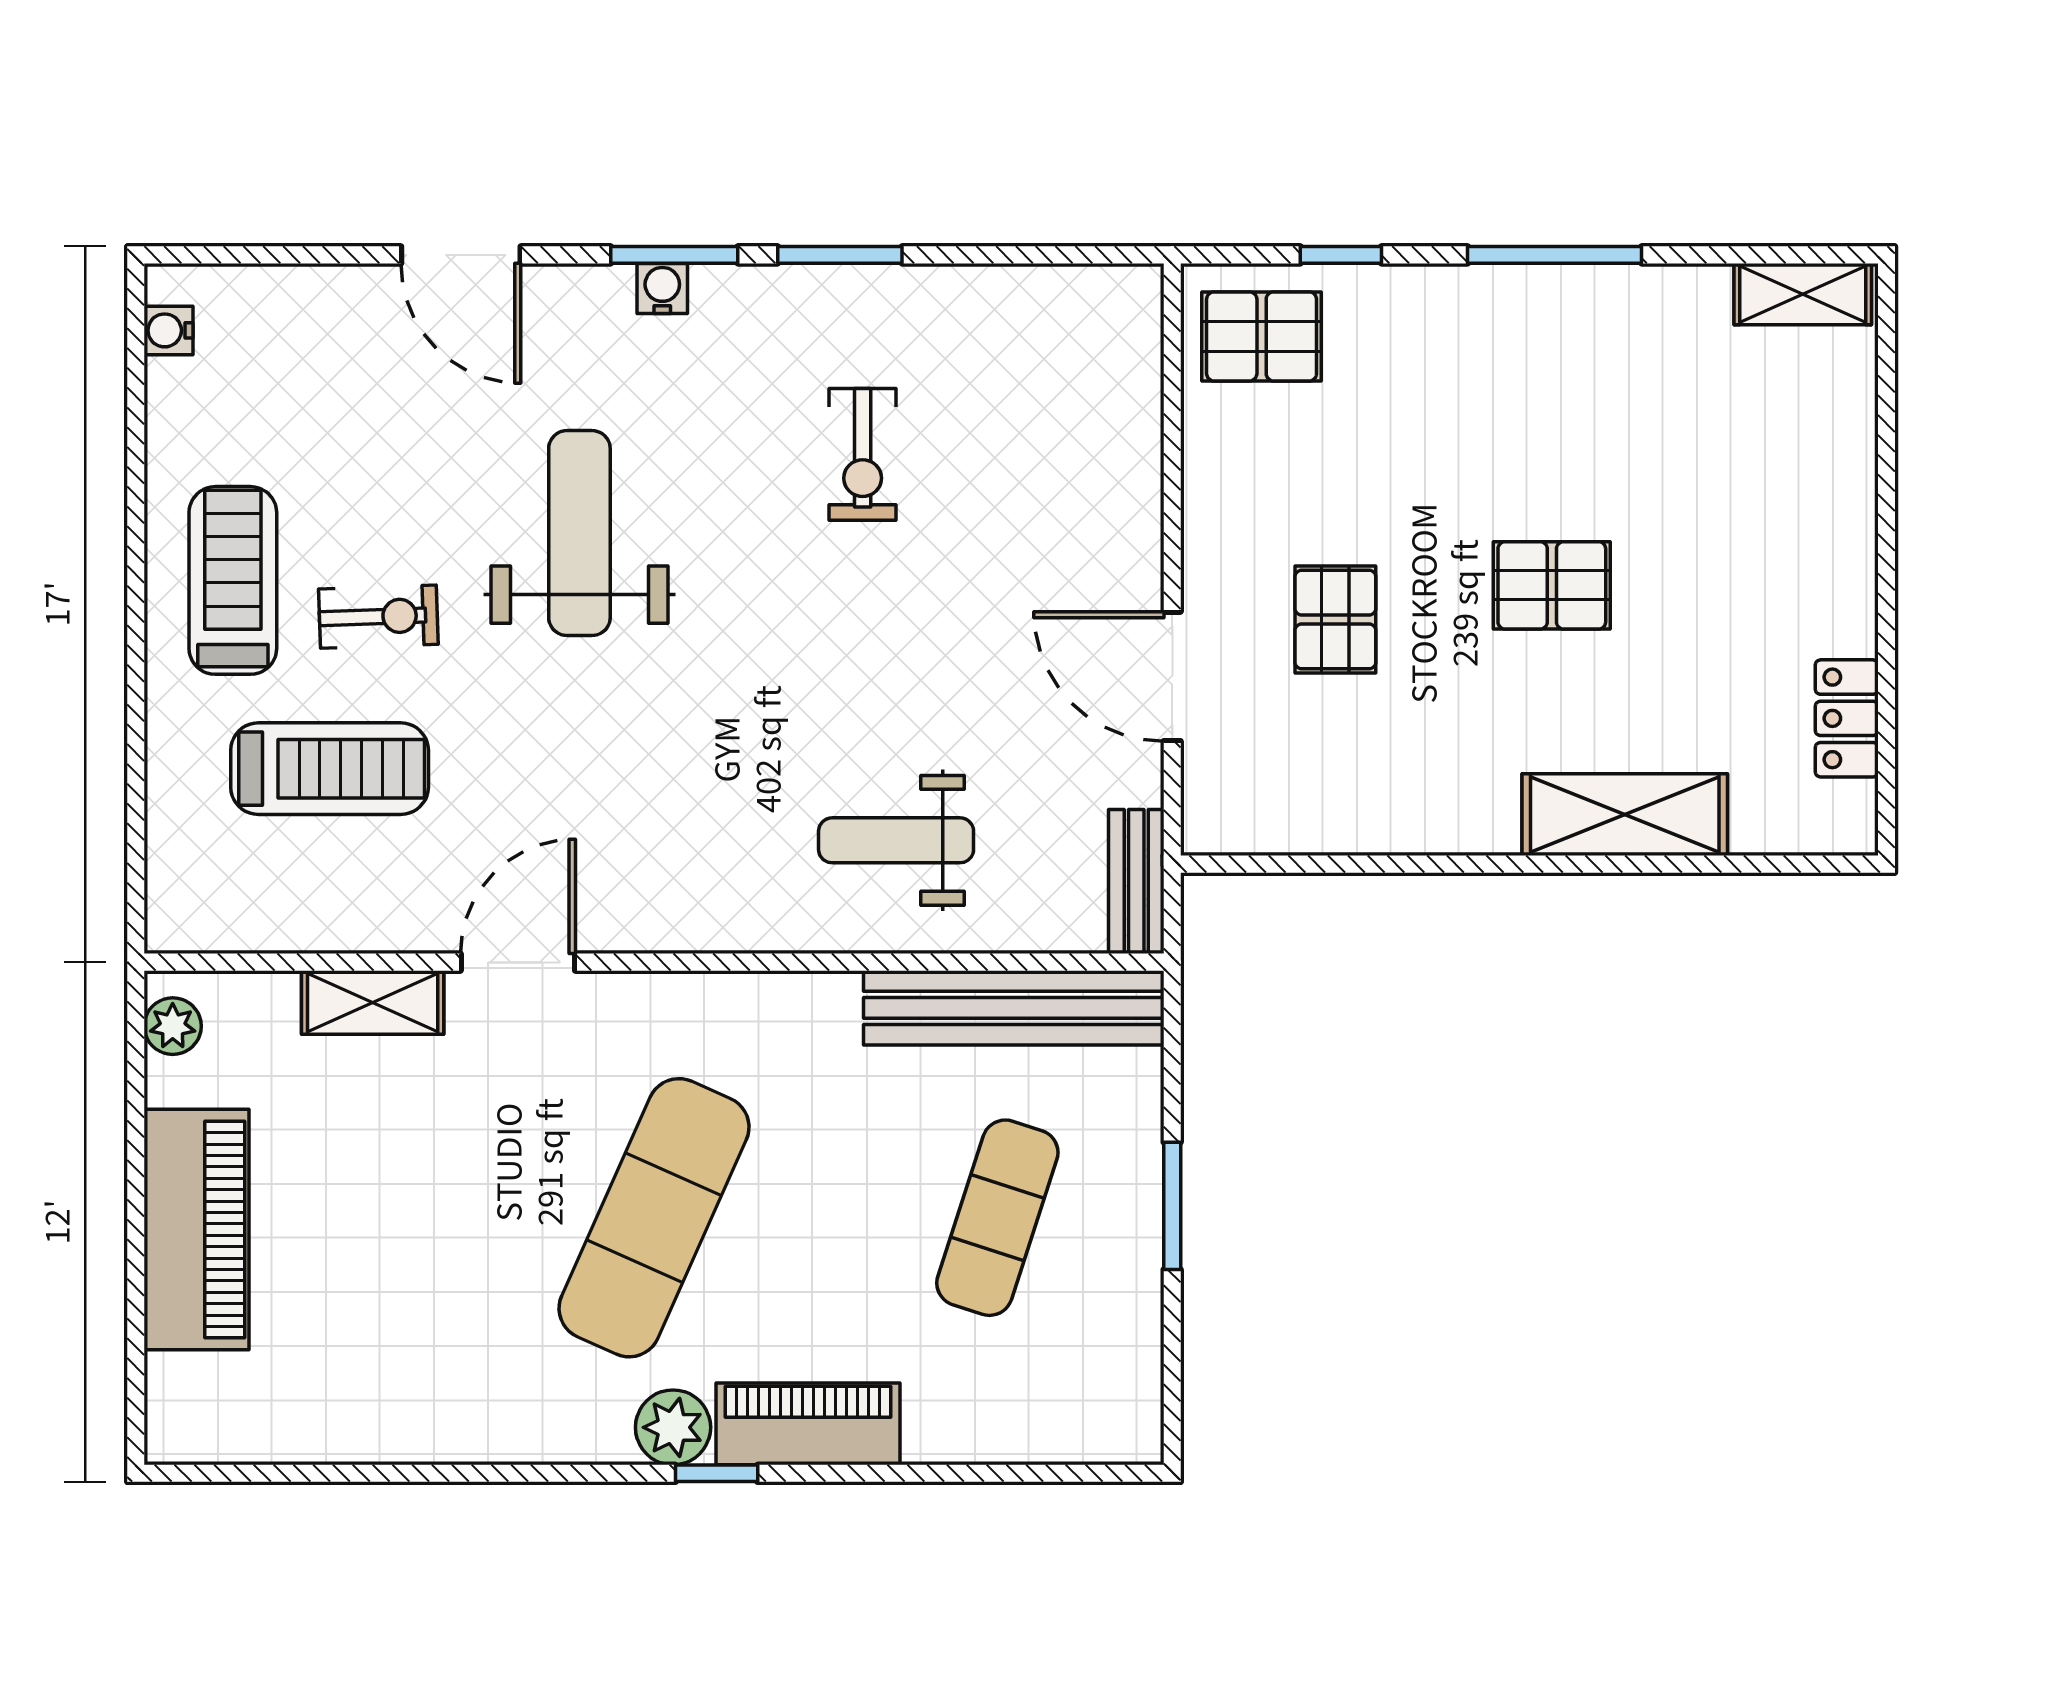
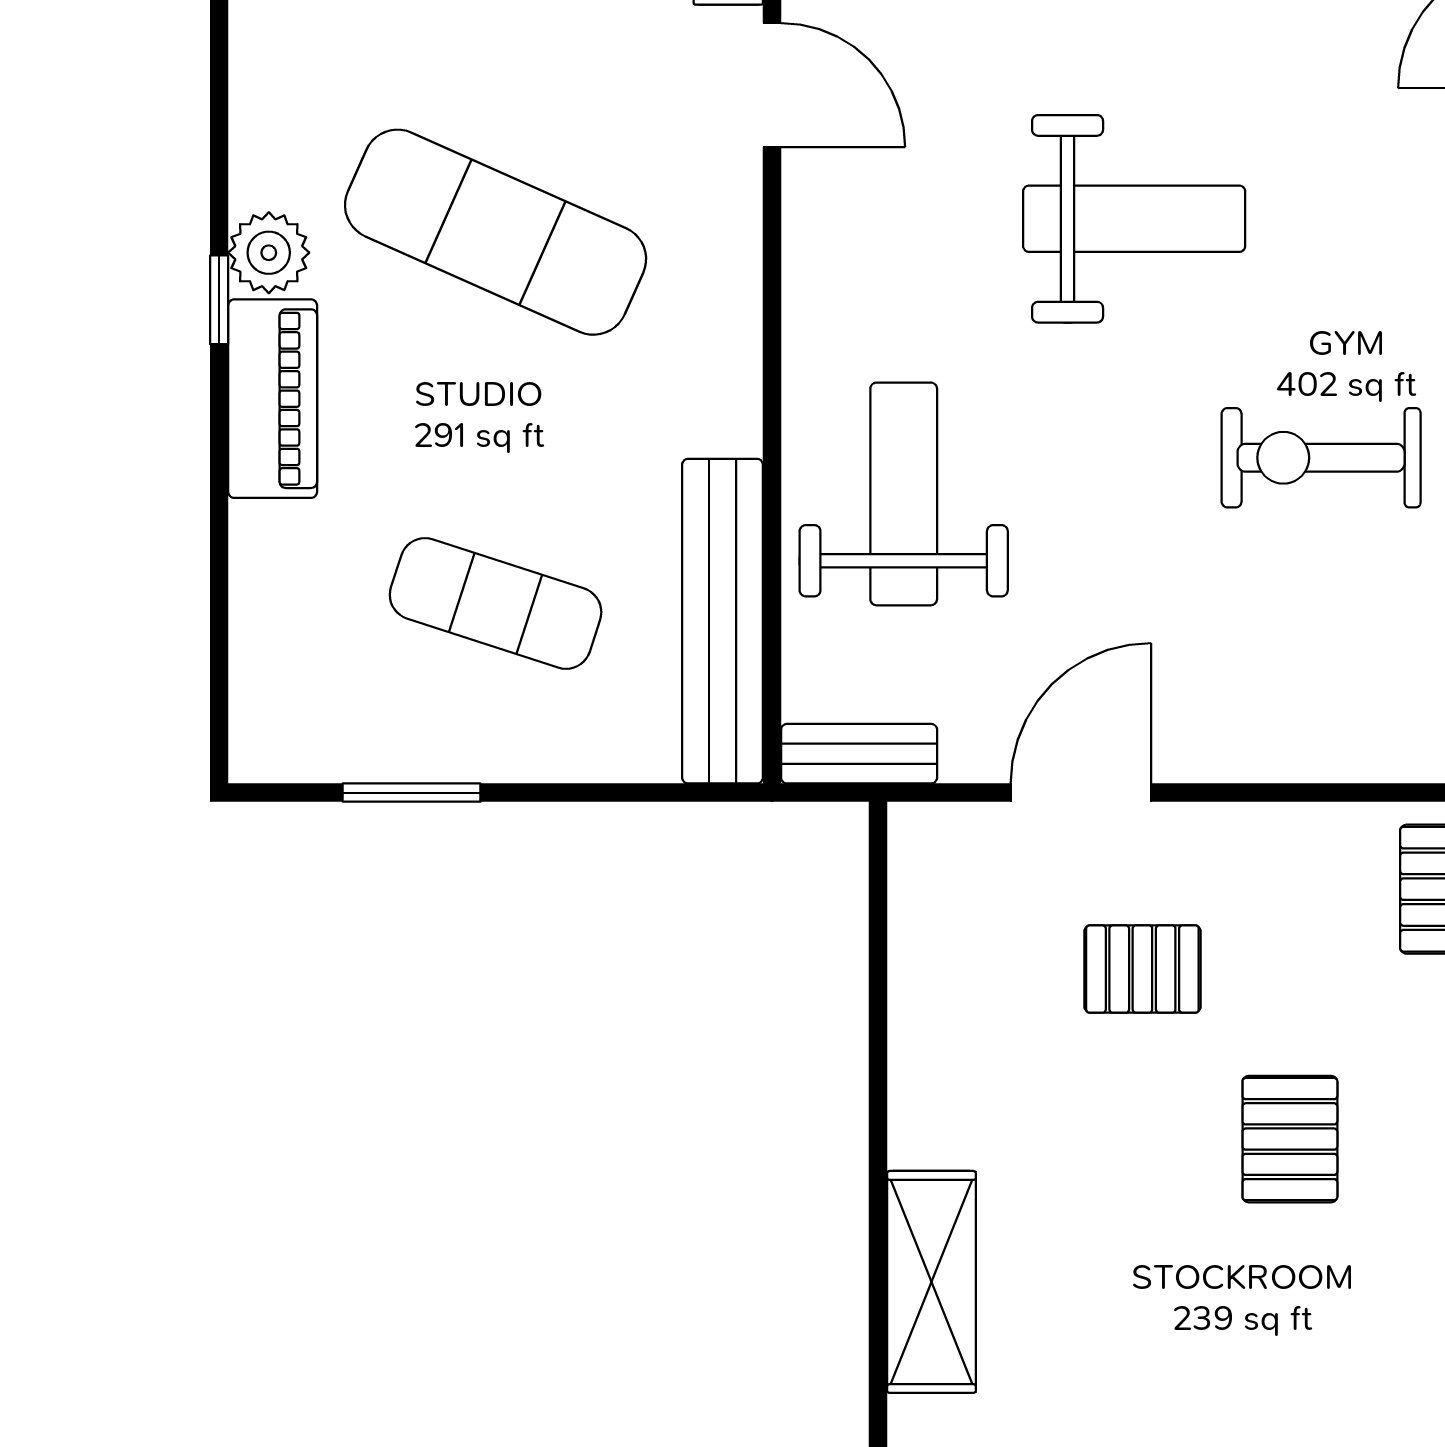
exercise bike: (863, 454) -> (1321, 458), width x1.38, depth x1.39
weight bench: (579, 533) -> (1134, 219), moved
pallet: (1552, 585) -> (1290, 1139), moved
weight bench: (896, 840) -> (904, 494), width x1.36, depth x1.33
window: (1172, 1206) -> (412, 793), moved

